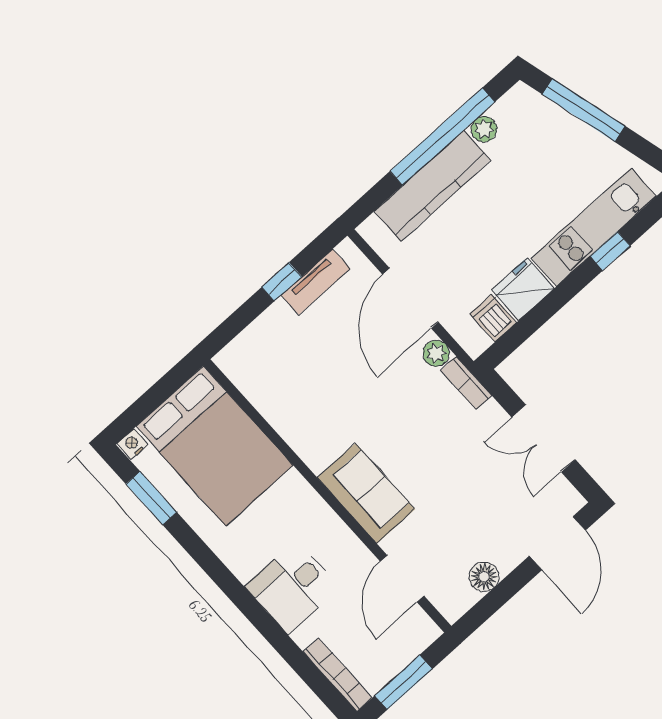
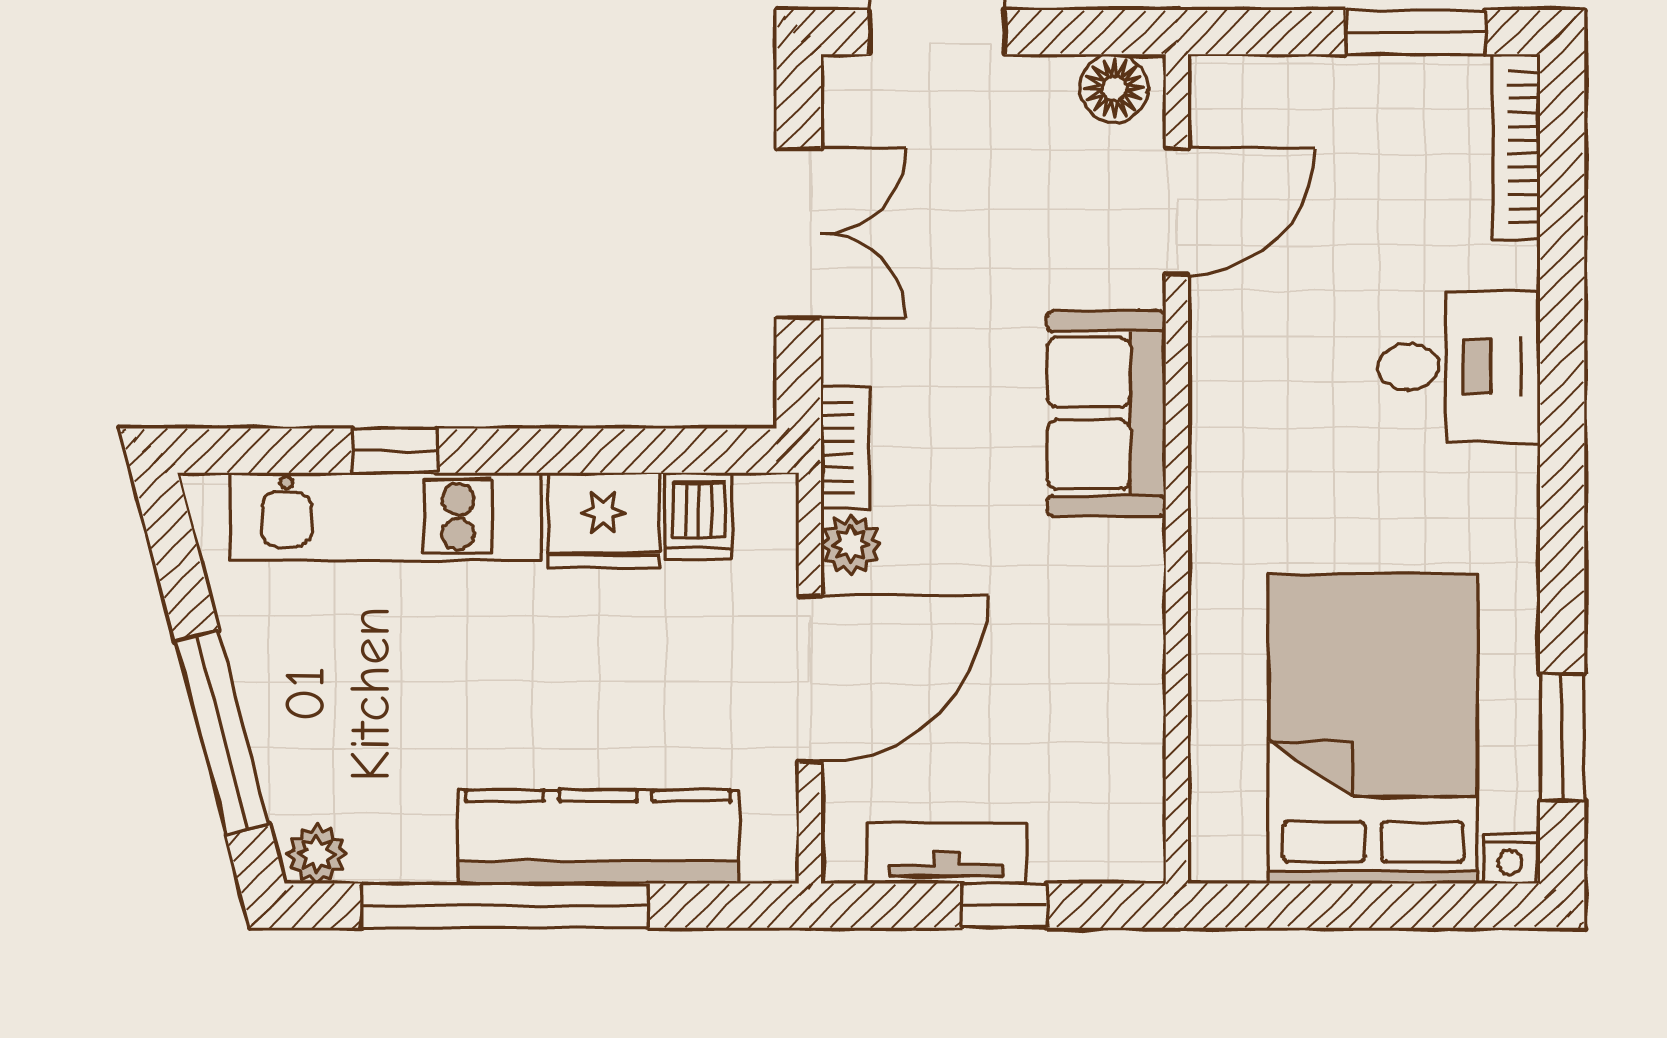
plant: (484, 129) -> (317, 854), moved
sofa: (366, 493) -> (1106, 413), moved
wall: (327, 496) -> (1177, 469), moved
door: (402, 579) -> (1177, 212), moved

